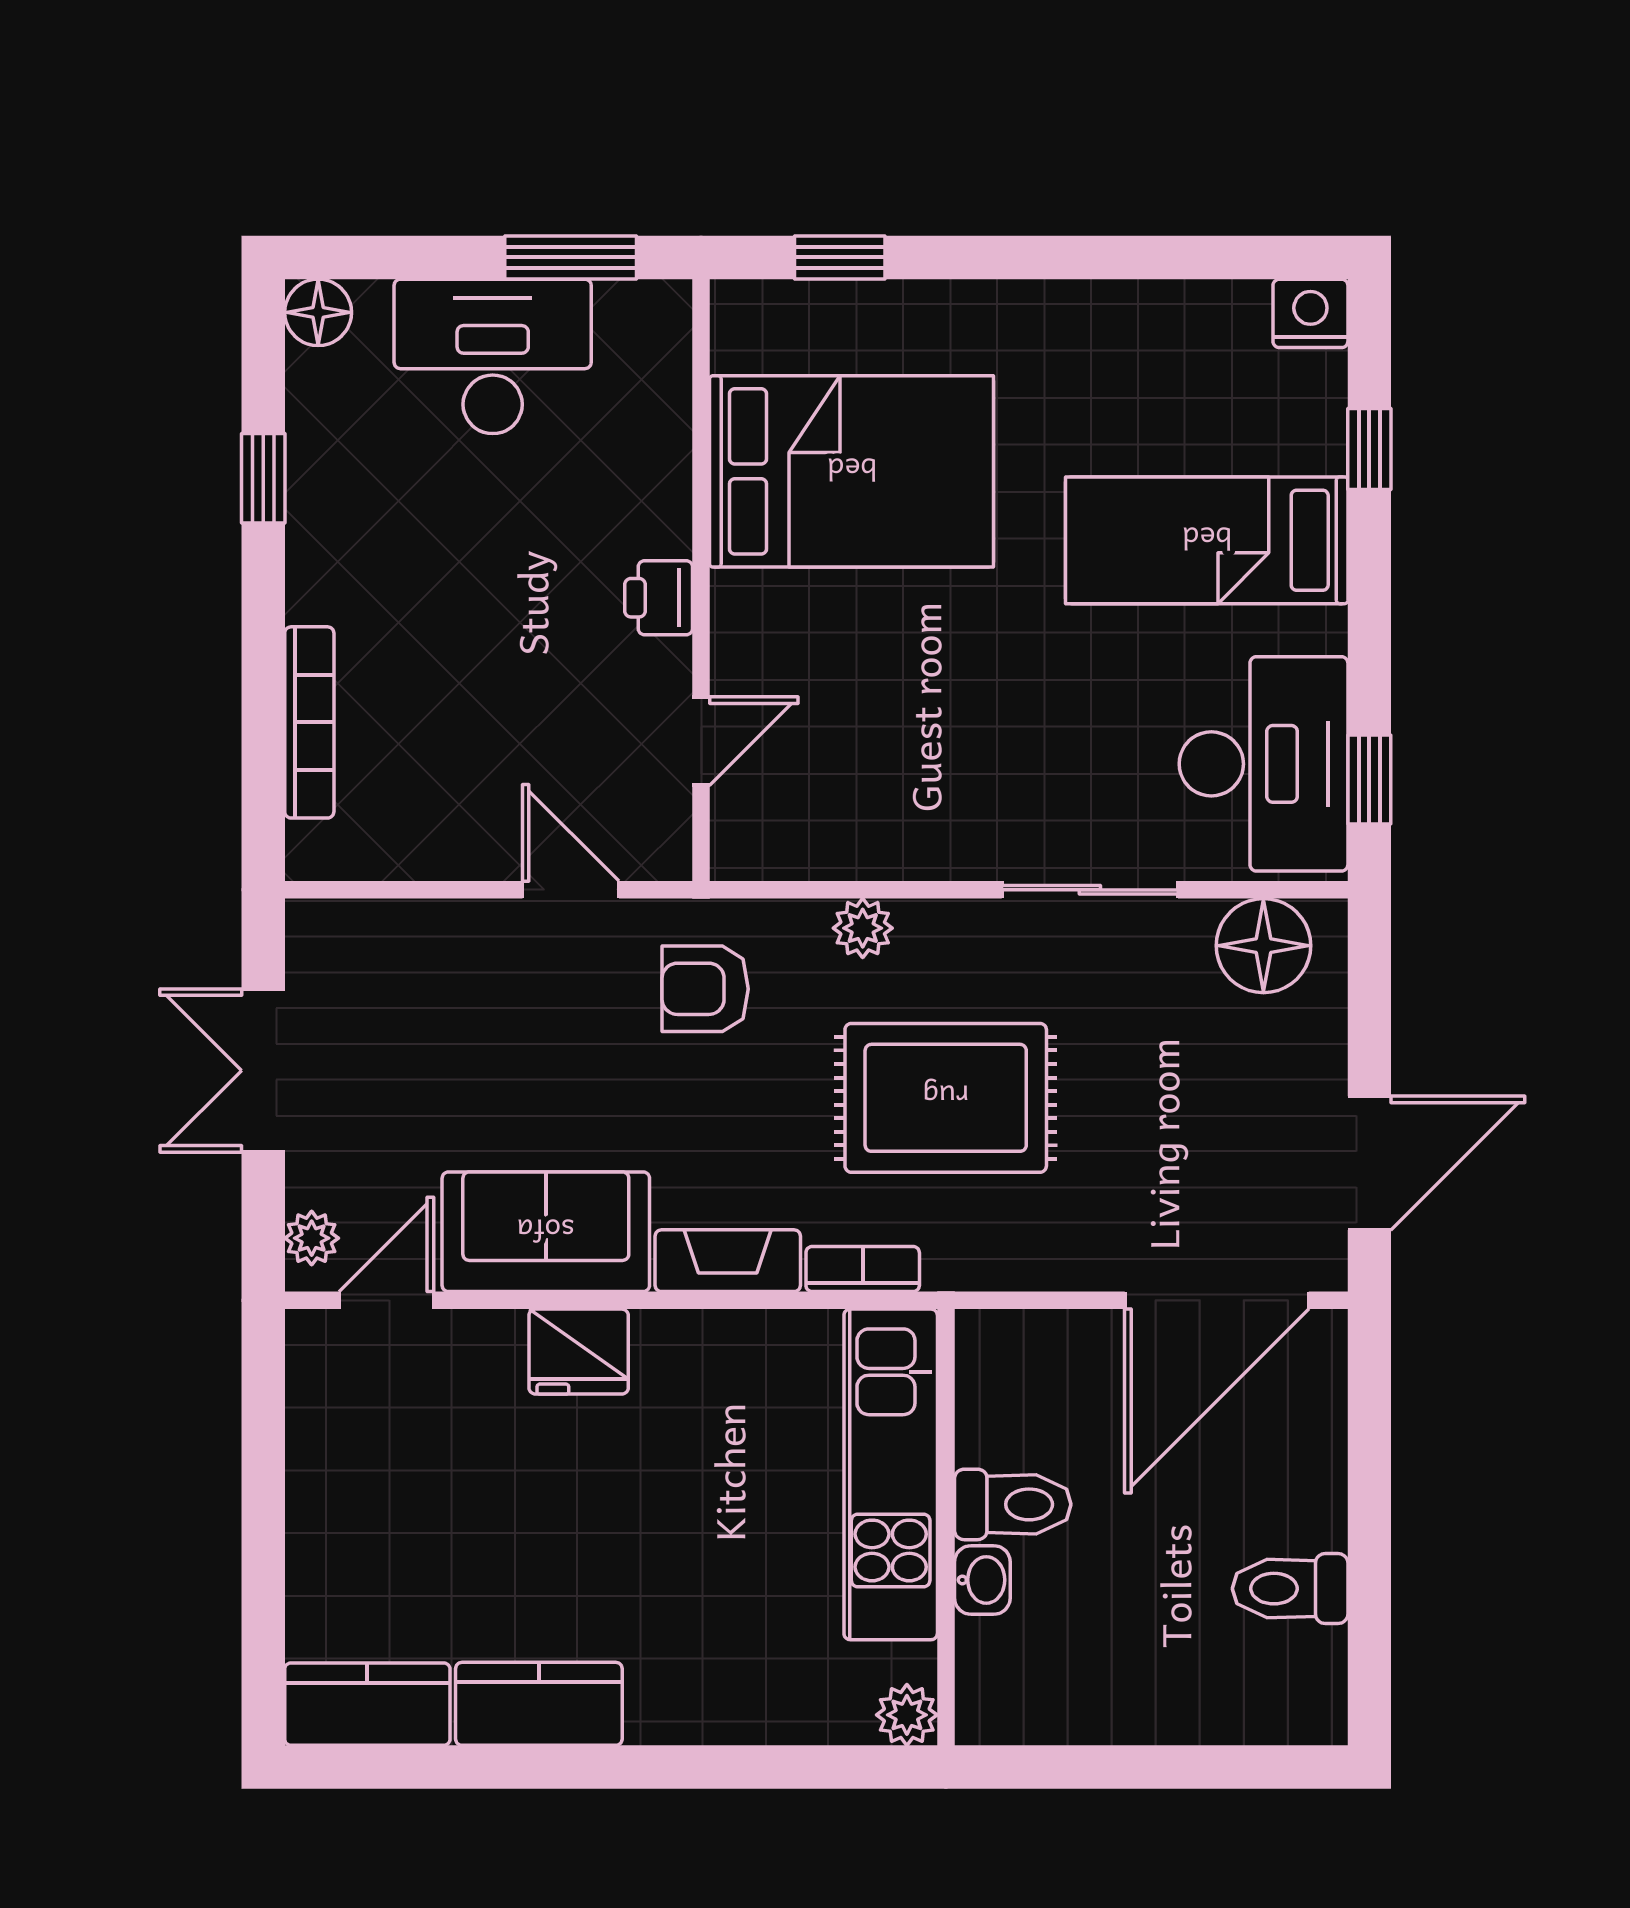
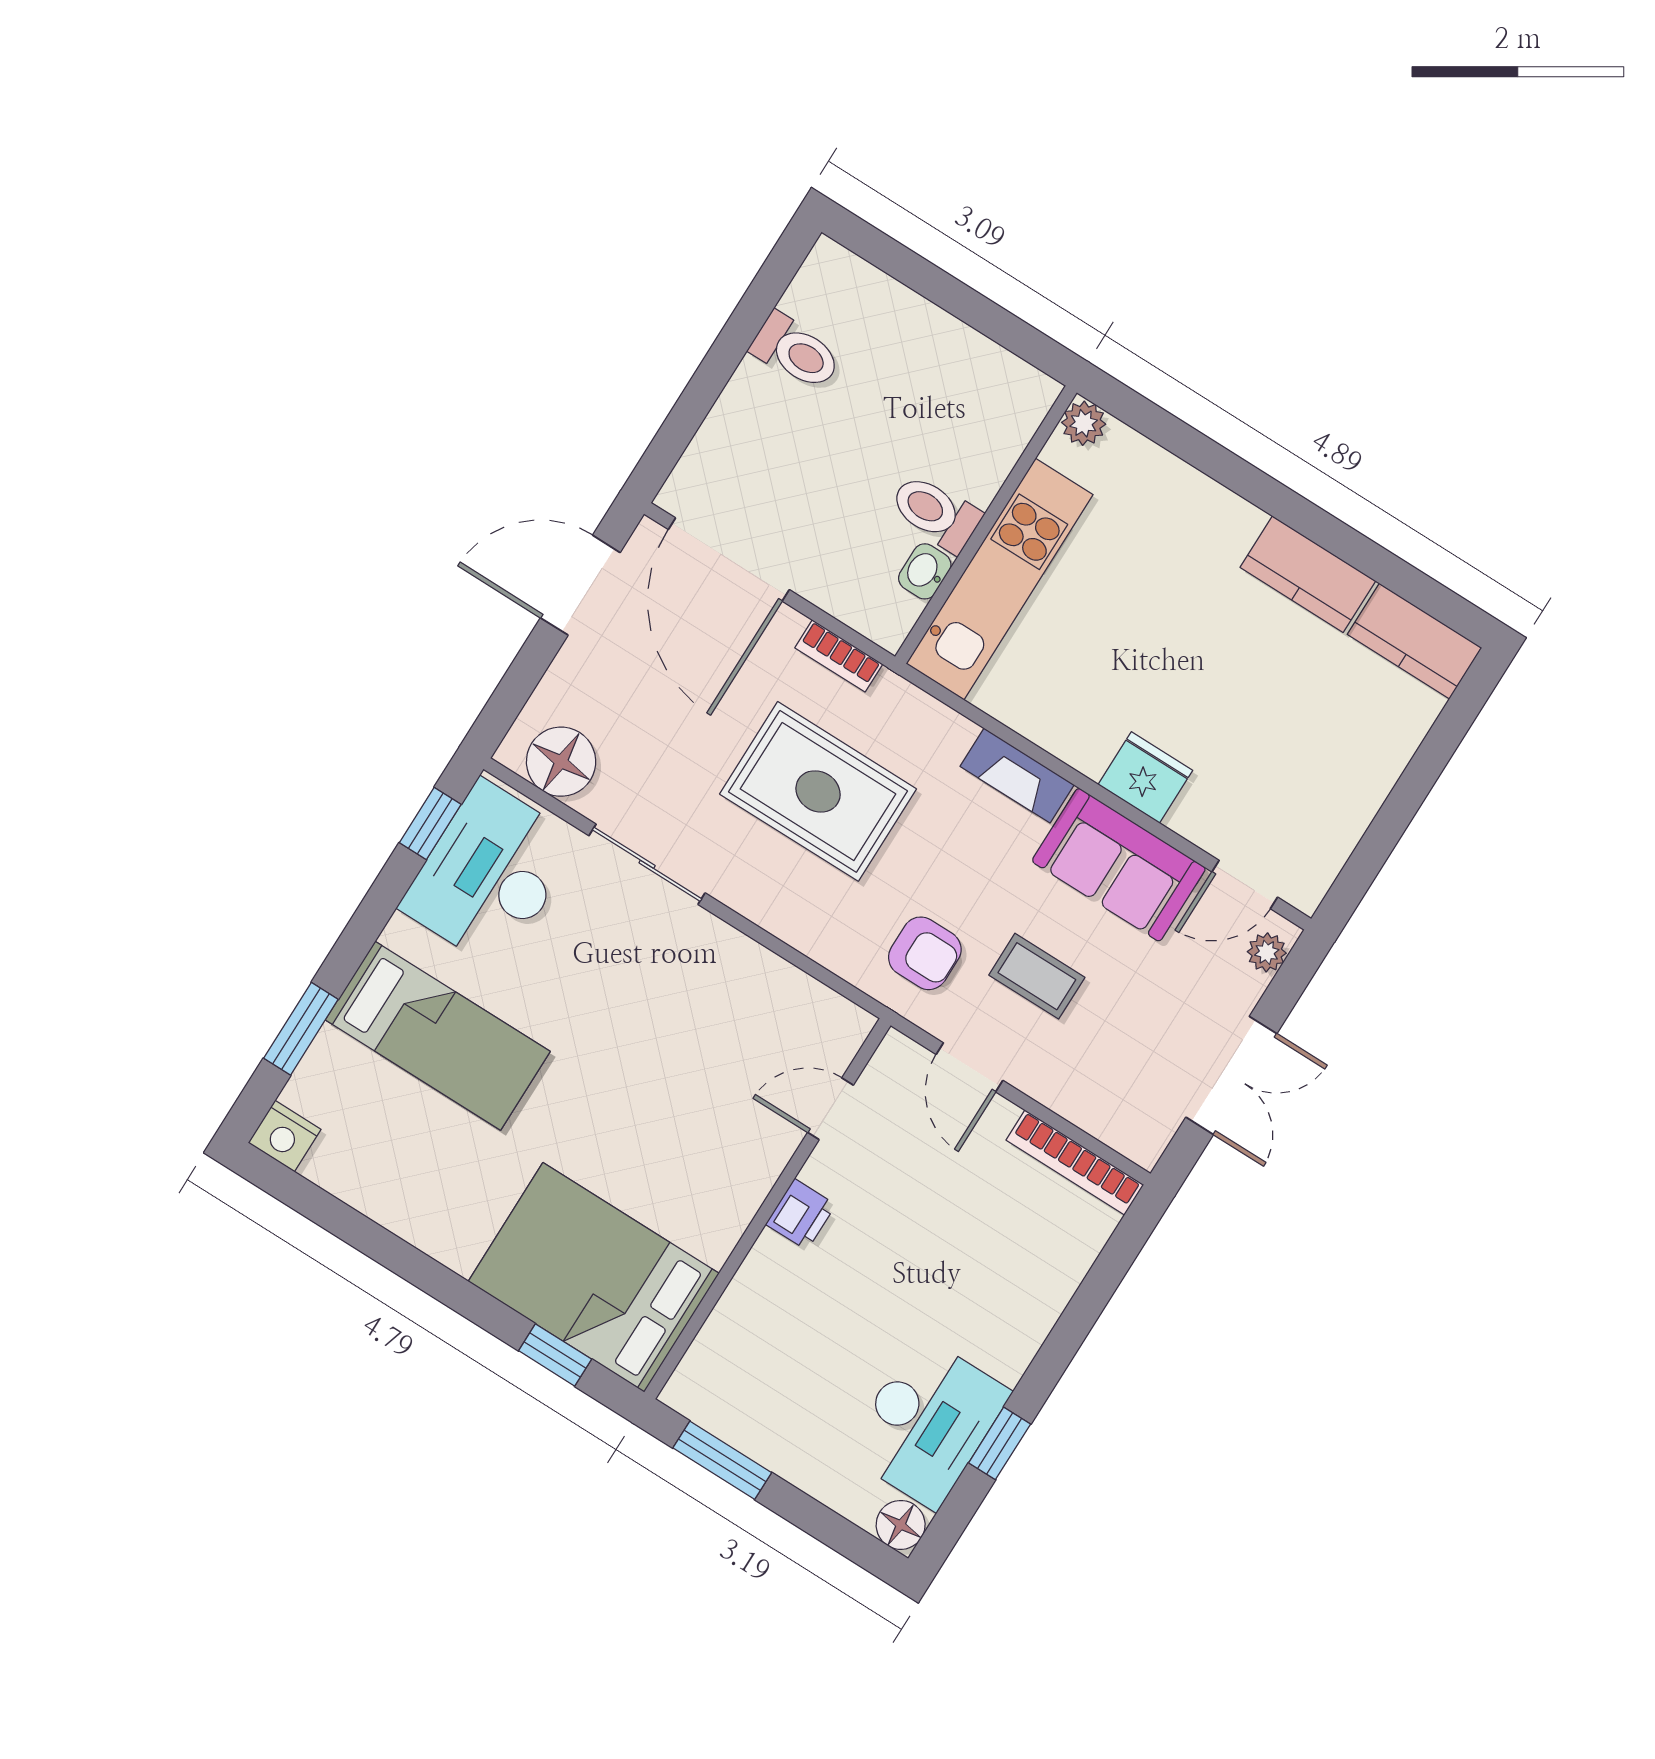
desk: (493, 356) -> (927, 1422), moved, turned -90
window: (1369, 449) -> (301, 1029), width x1.50
bed: (852, 471) -> (594, 1277), moved
bookcase: (309, 722) -> (1075, 1162), moved, turned -90
plant: (863, 928) -> (803, 929), removed
coffee table: (559, 1044) -> (1037, 976), added
bookcase: (863, 1269) -> (839, 656), moved
door: (1217, 1300) -> (729, 560), swing flipped
washbasin: (982, 1580) -> (925, 571), moved

